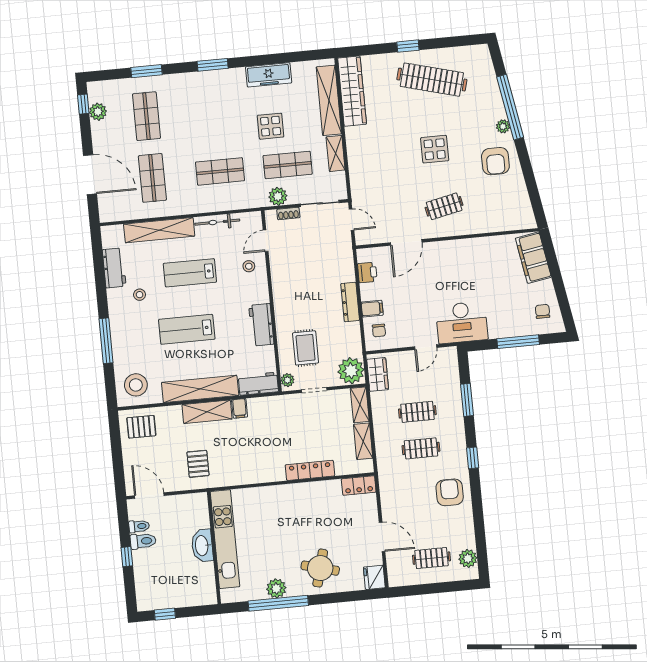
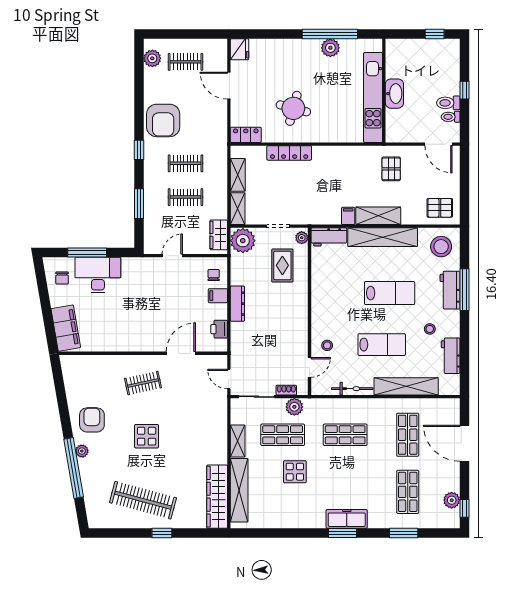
freezer: (269, 75) -> (347, 519), moved
desk: (462, 322) -> (98, 275), moved
workbench: (261, 325) -> (450, 290), moved, turned 180
armchair: (450, 492) -> (163, 120), width x1.36, depth x1.36
round table: (320, 568) -> (293, 108), moved

